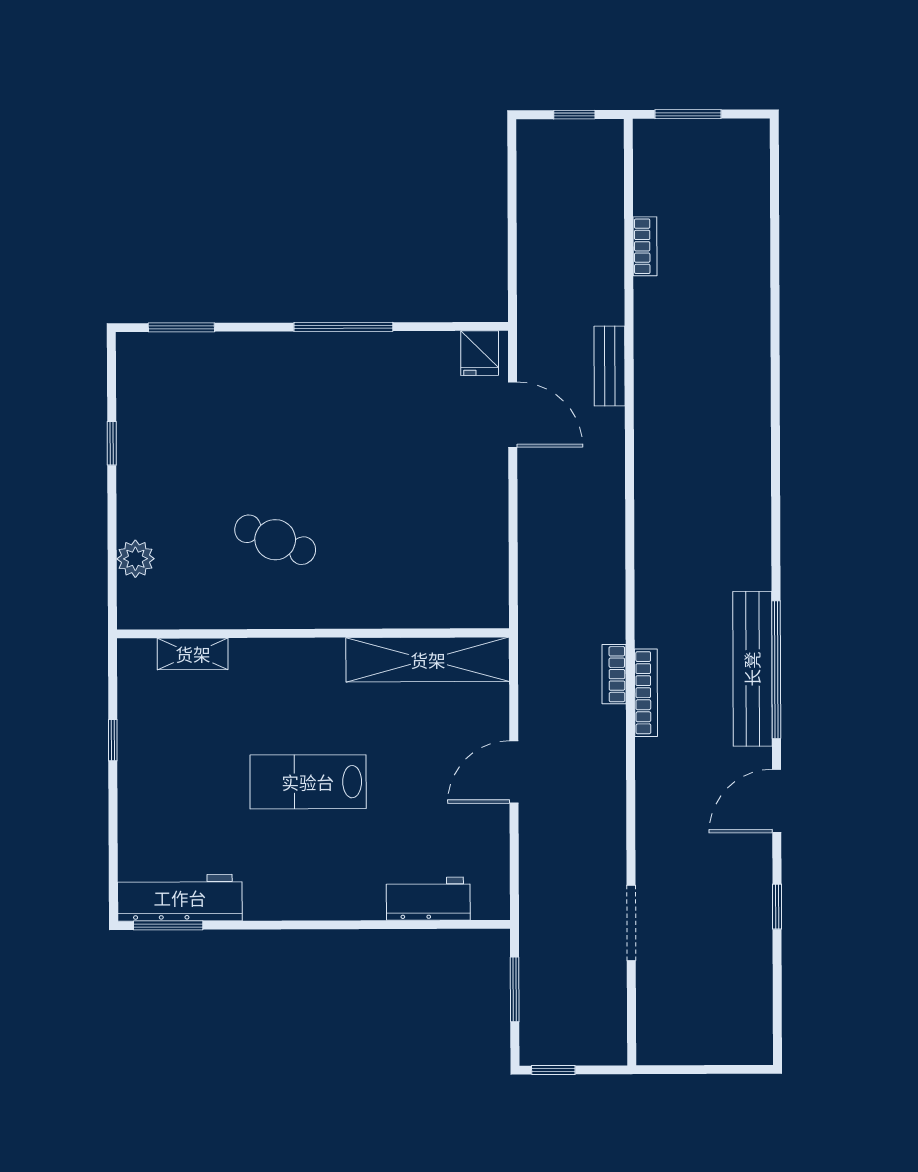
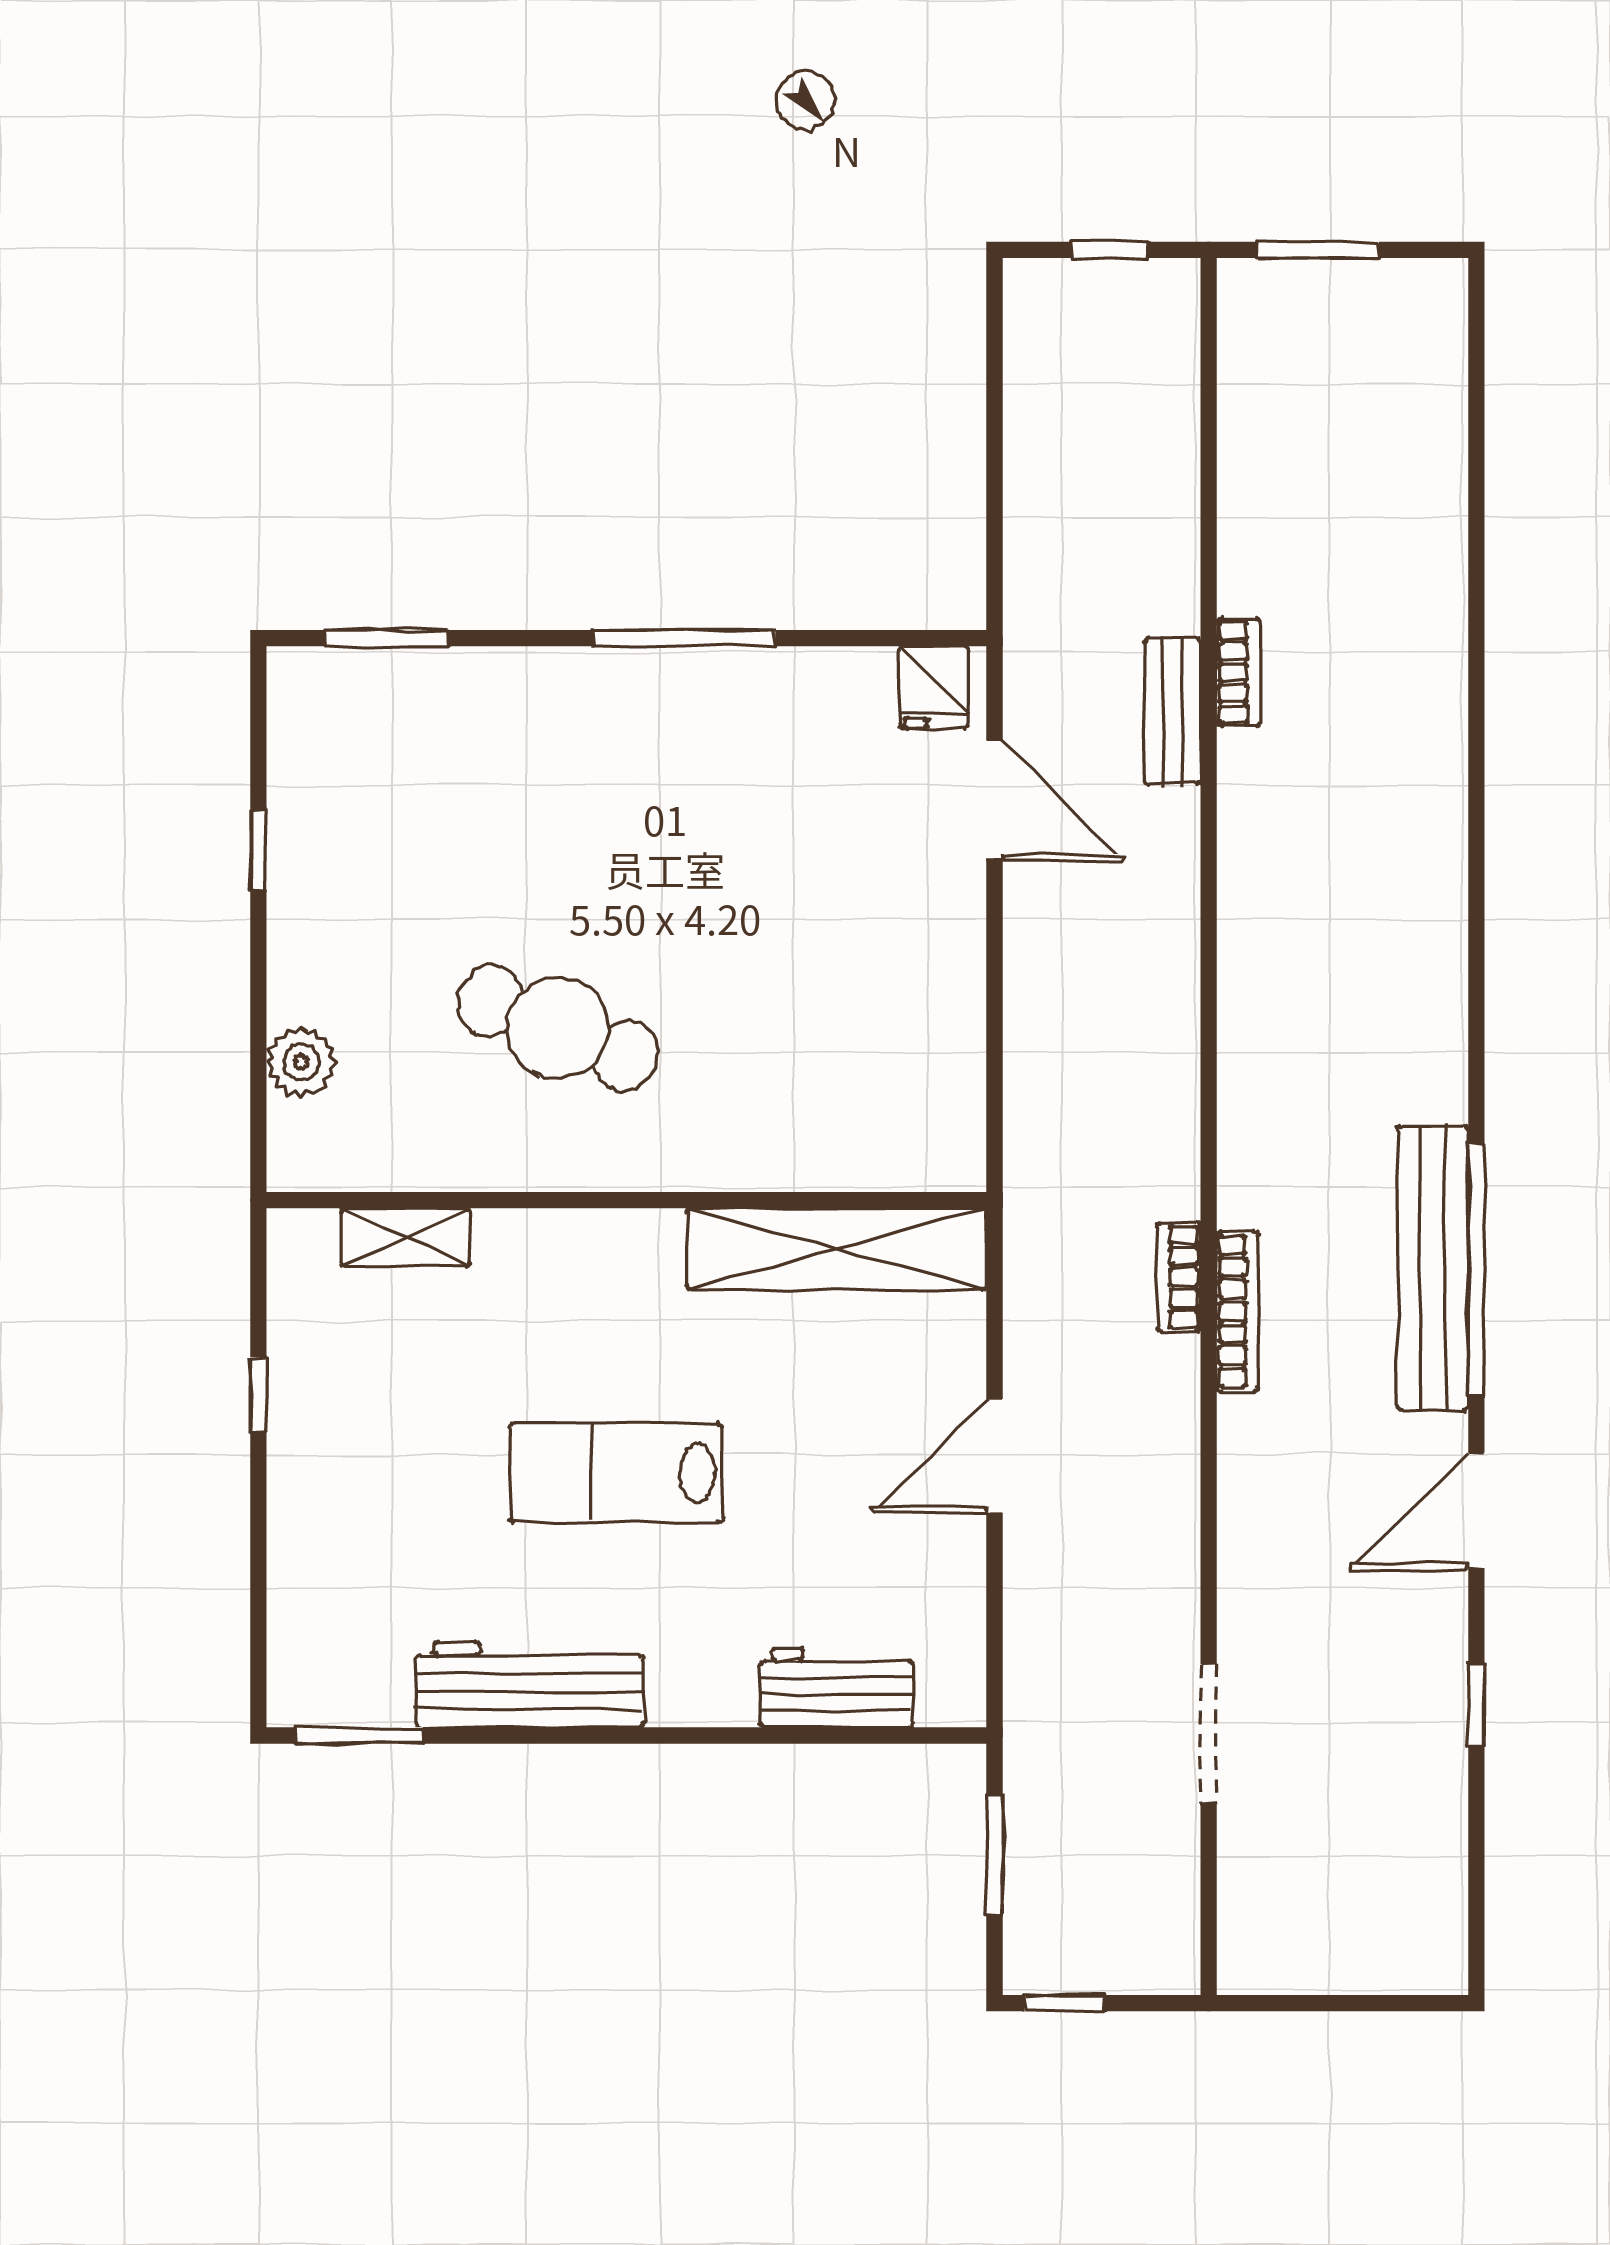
bookcase: (645, 246) -> (1238, 673), moved
cafe table: (275, 540) -> (558, 1028), width x1.37, depth x1.35
workbench: (180, 898) -> (530, 1685), moved

